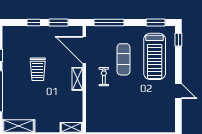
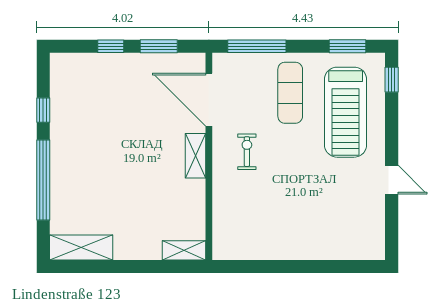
exercise mat: (123, 59) -> (290, 93), moved
trolley: (38, 69) -> (119, 137), removed

